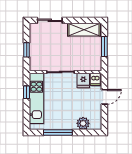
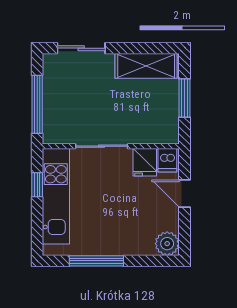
window: (27, 50) -> (37, 104), width x2.17
door: (104, 97) -> (184, 194), swing flipped
plant: (83, 123) -> (167, 244), moved

